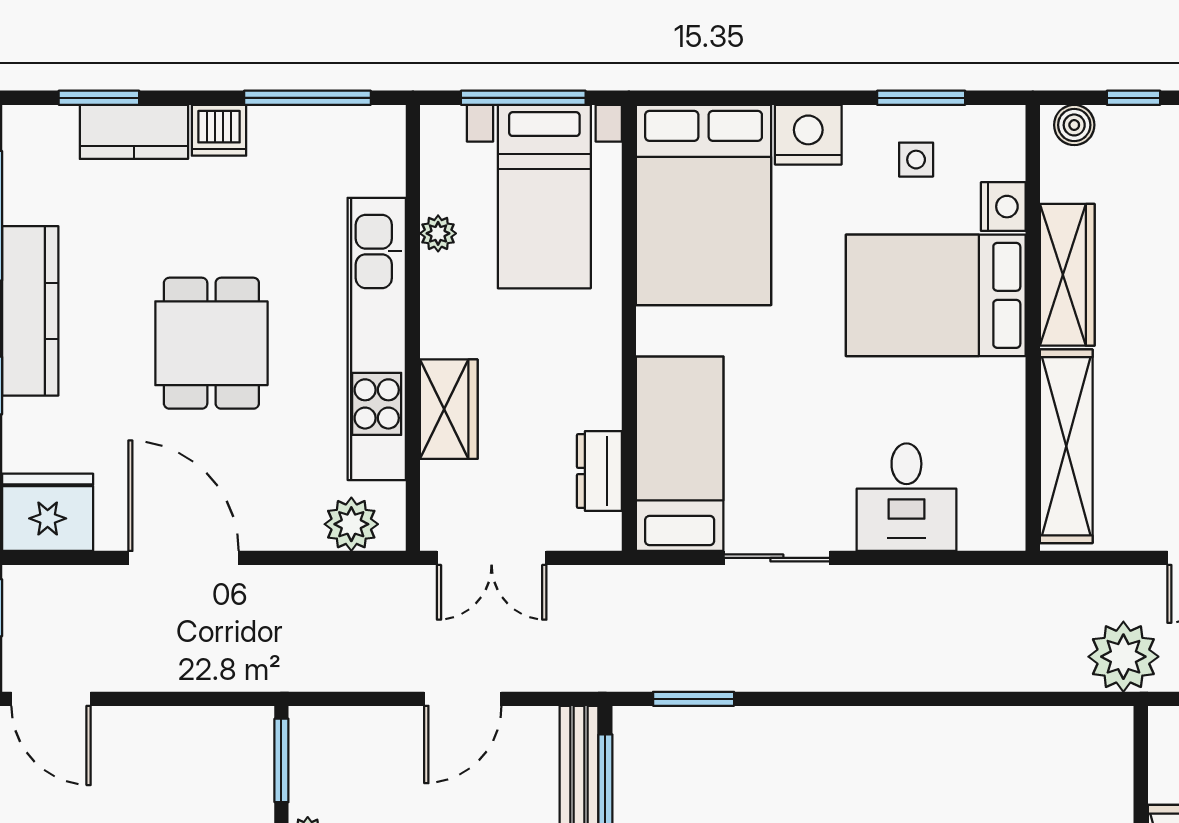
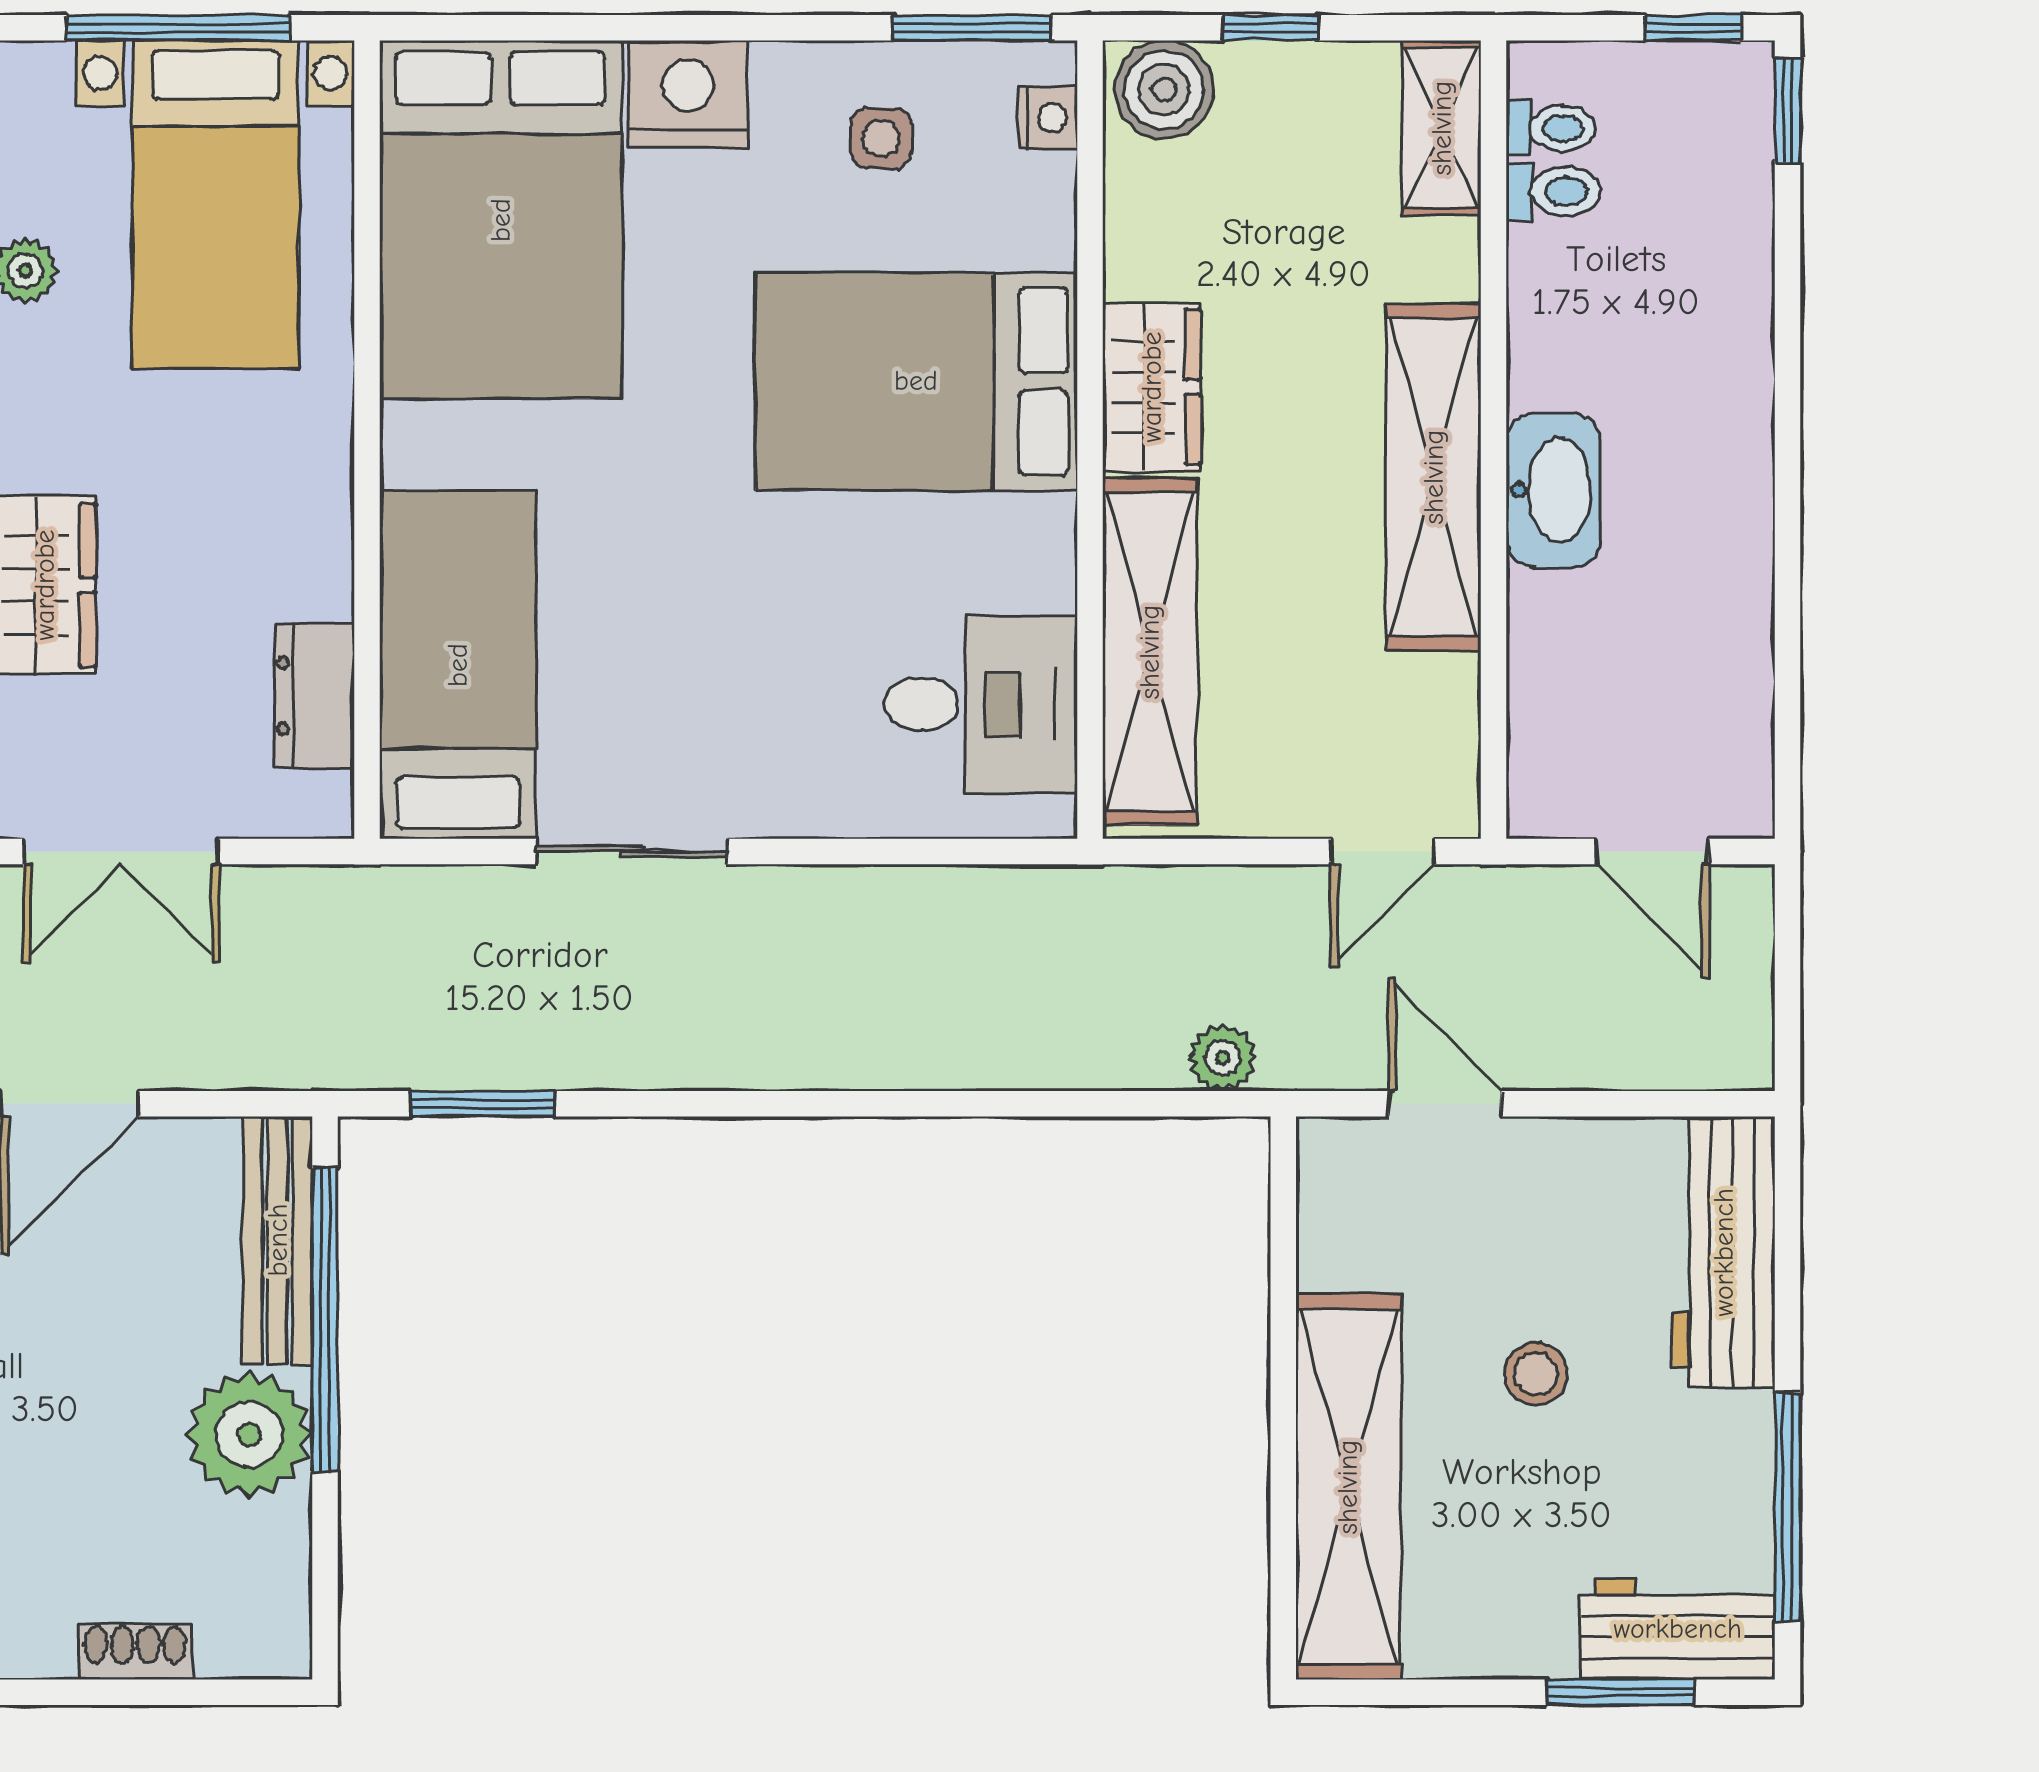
window: (921, 98) -> (973, 28), moved
boiler: (1074, 125) -> (1164, 90), width x1.36, depth x1.36
nightstand: (1003, 207) -> (1048, 118), moved, width x0.72, depth x0.74
wardrobe: (1067, 275) -> (1152, 387), width x0.67
desk: (906, 497) -> (981, 704), moved, turned -90
plant: (1123, 657) -> (1223, 1058), width x0.53, depth x0.53

